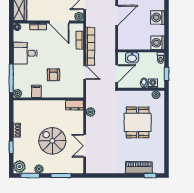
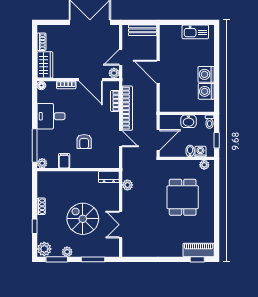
door: (117, 15) -> (158, 72), swing flipped
washing machine: (158, 43) -> (206, 91), moved
washbasin: (132, 58) -> (189, 121), moved
piano: (139, 167) -> (199, 250), moved

